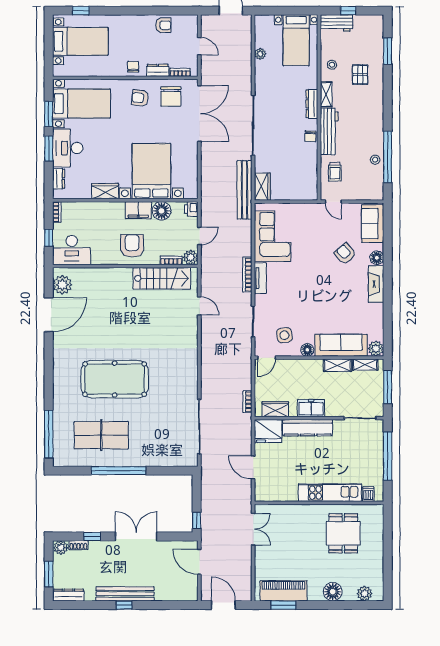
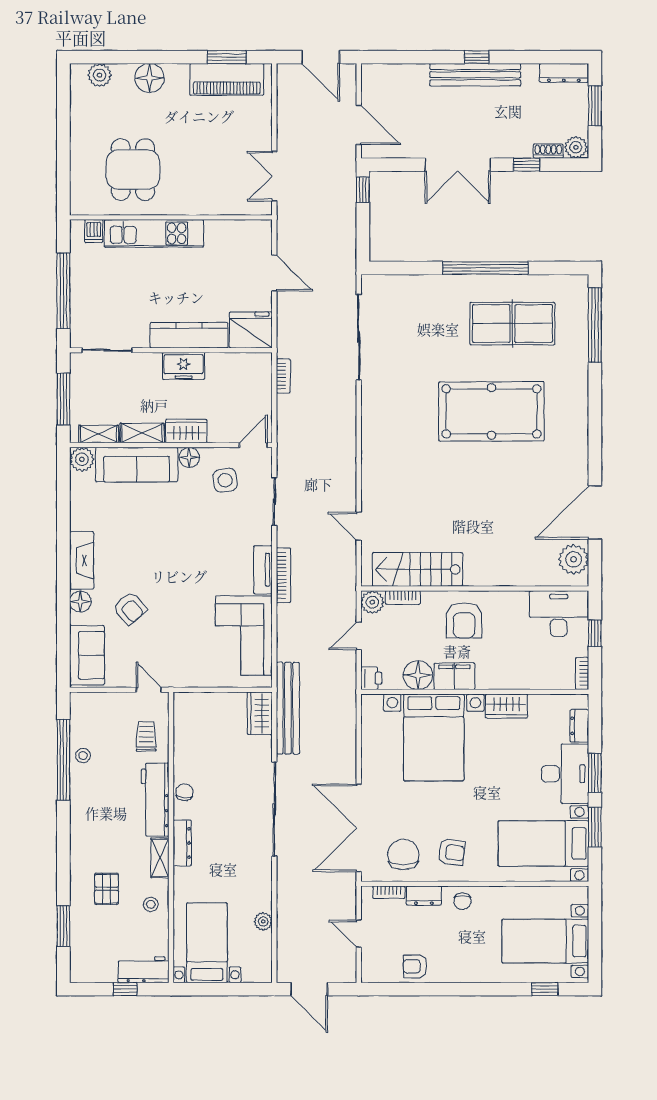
wardrobe: (275, 409) -> (186, 431), moved, turned 180

